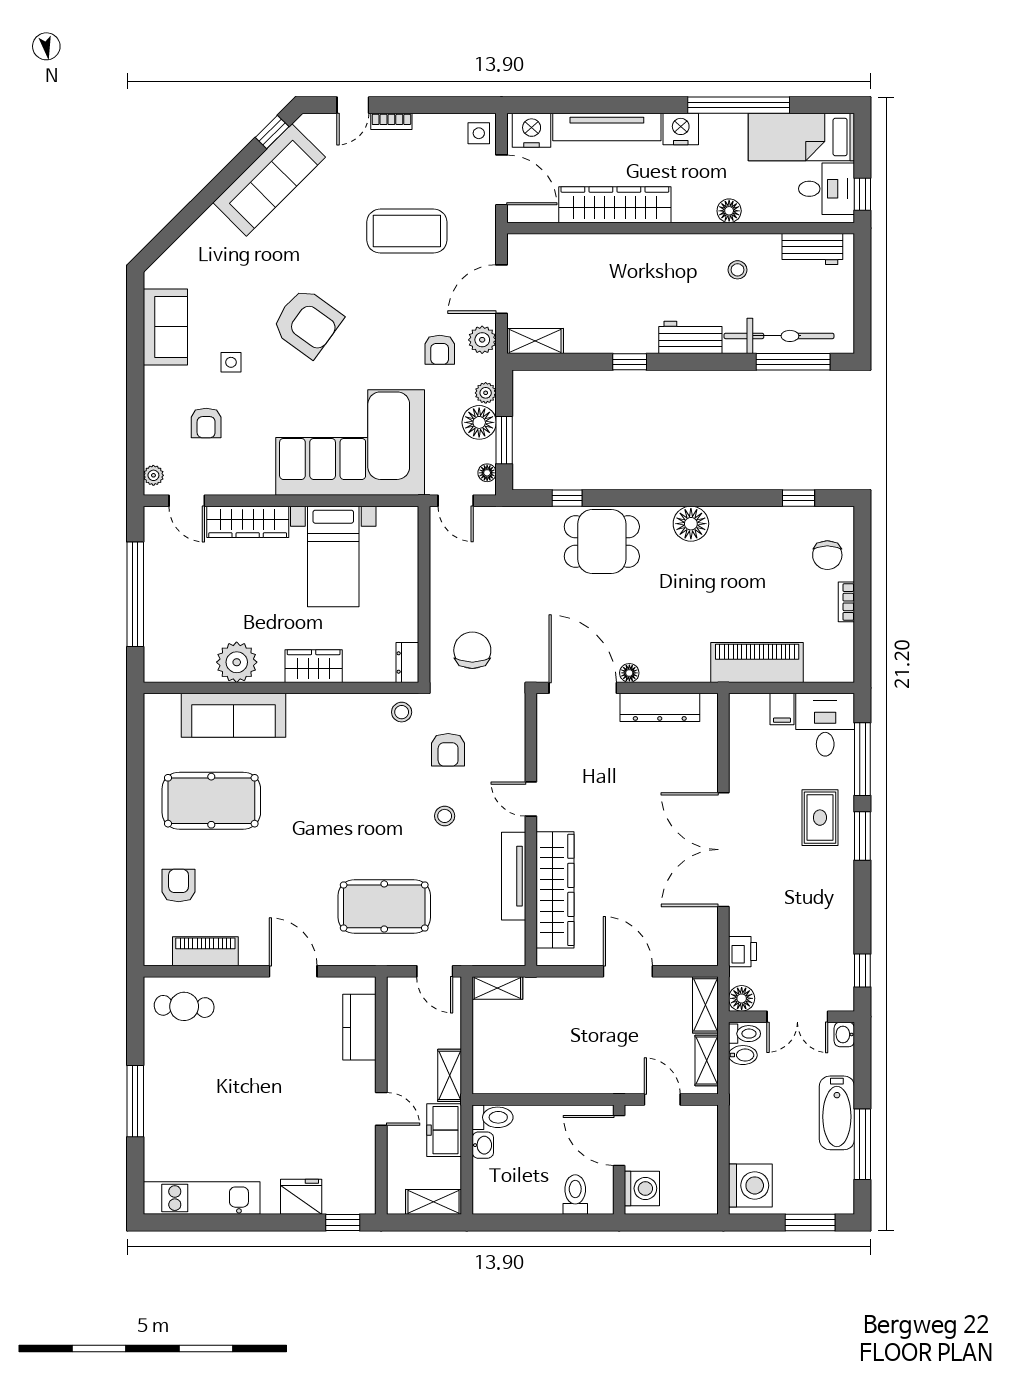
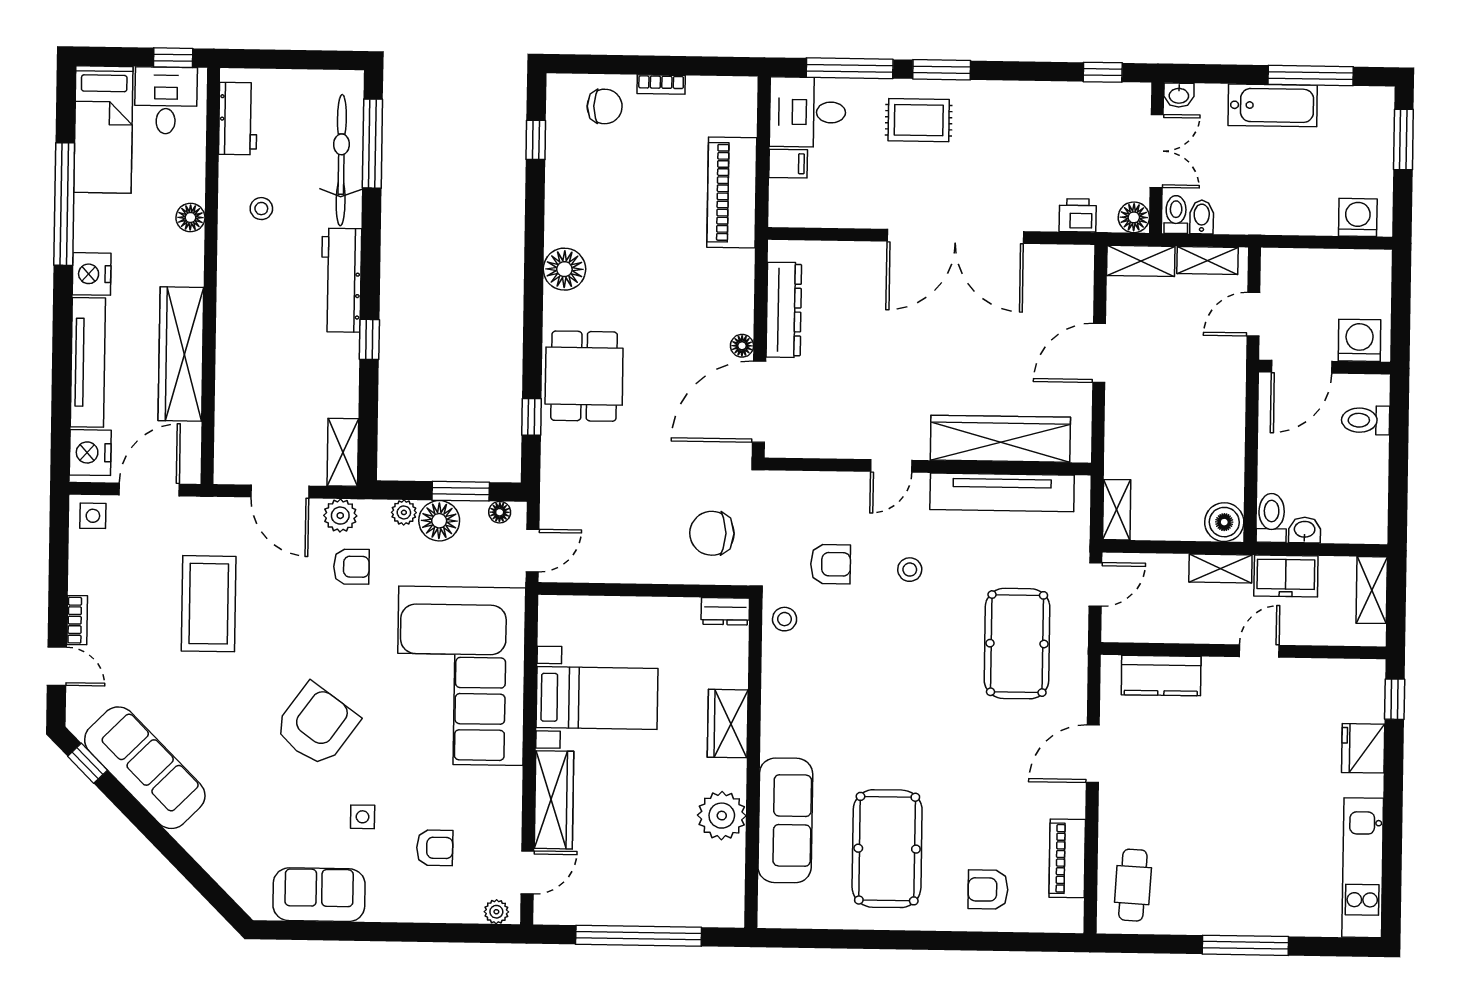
workbench: (690, 337) -> (341, 280), width x1.37
tv unit: (514, 876) -> (1002, 492), width x1.36, depth x1.29
boiler: (488, 1078) -> (1224, 522), added
washing machine: (750, 1185) -> (1358, 217), width x0.73, depth x0.73

